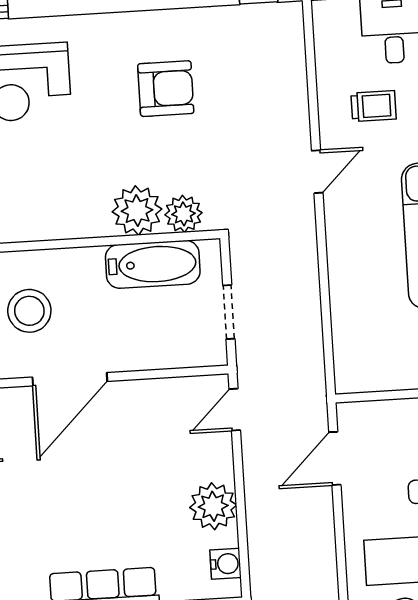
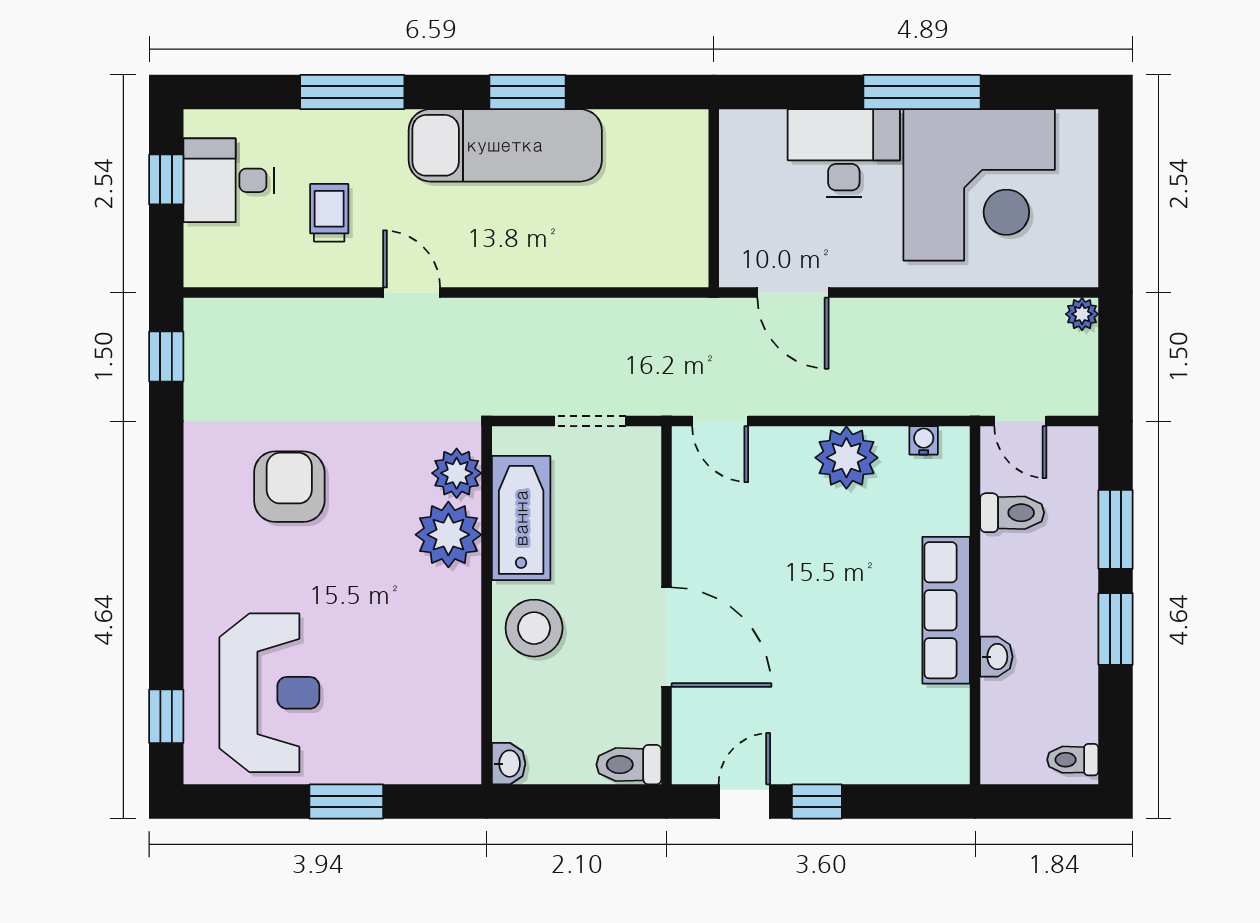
stool: (29, 311) -> (534, 628), moved
water cooler: (226, 564) -> (924, 440), width x0.72, depth x0.72

